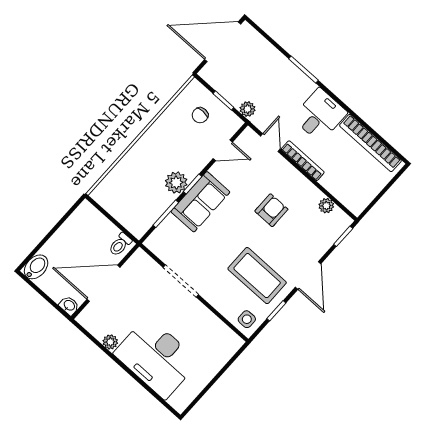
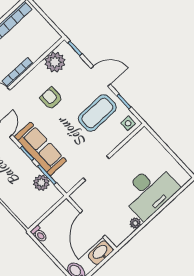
plant: (176, 183) -> (41, 183), moved
sofa: (200, 202) -> (40, 149), width x1.36
plant: (326, 206) -> (55, 62), width x1.88, depth x1.88
toilet: (120, 244) -> (39, 234), moved
washbasin: (69, 306) -> (101, 253), width x1.91, depth x1.45

